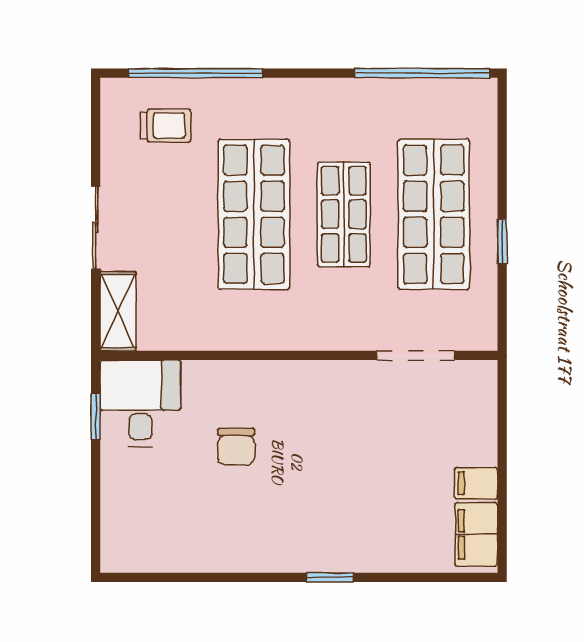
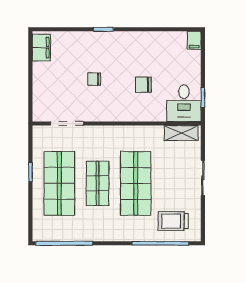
trolley: (166, 126) -> (173, 221), width x1.36, depth x1.39
shelving: (118, 311) -> (181, 133), moved, turned 90
chair: (236, 447) -> (143, 85), turned -90
chair: (352, 460) -> (94, 79), added
filing cabinet: (476, 483) -> (194, 40), moved, turned 90

